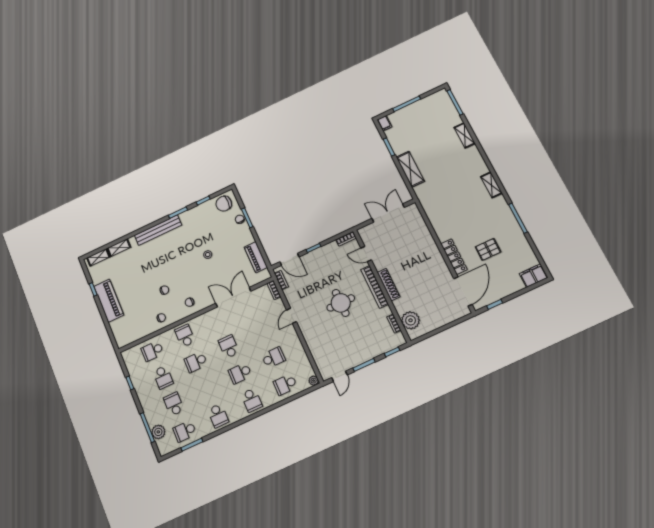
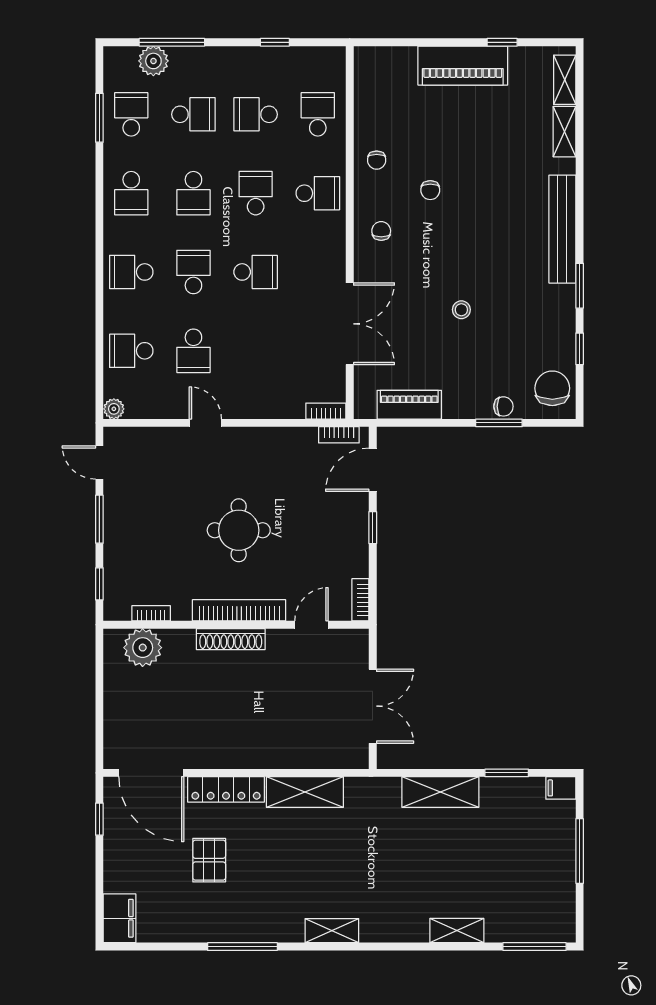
shelving: (438, 223) -> (305, 792), added
door: (291, 316) -> (205, 423), moved
school desk: (285, 385) -> (131, 351), turned -90
school desk: (207, 389) -> (193, 193), added
school desk: (218, 416) -> (131, 193), turned -90

